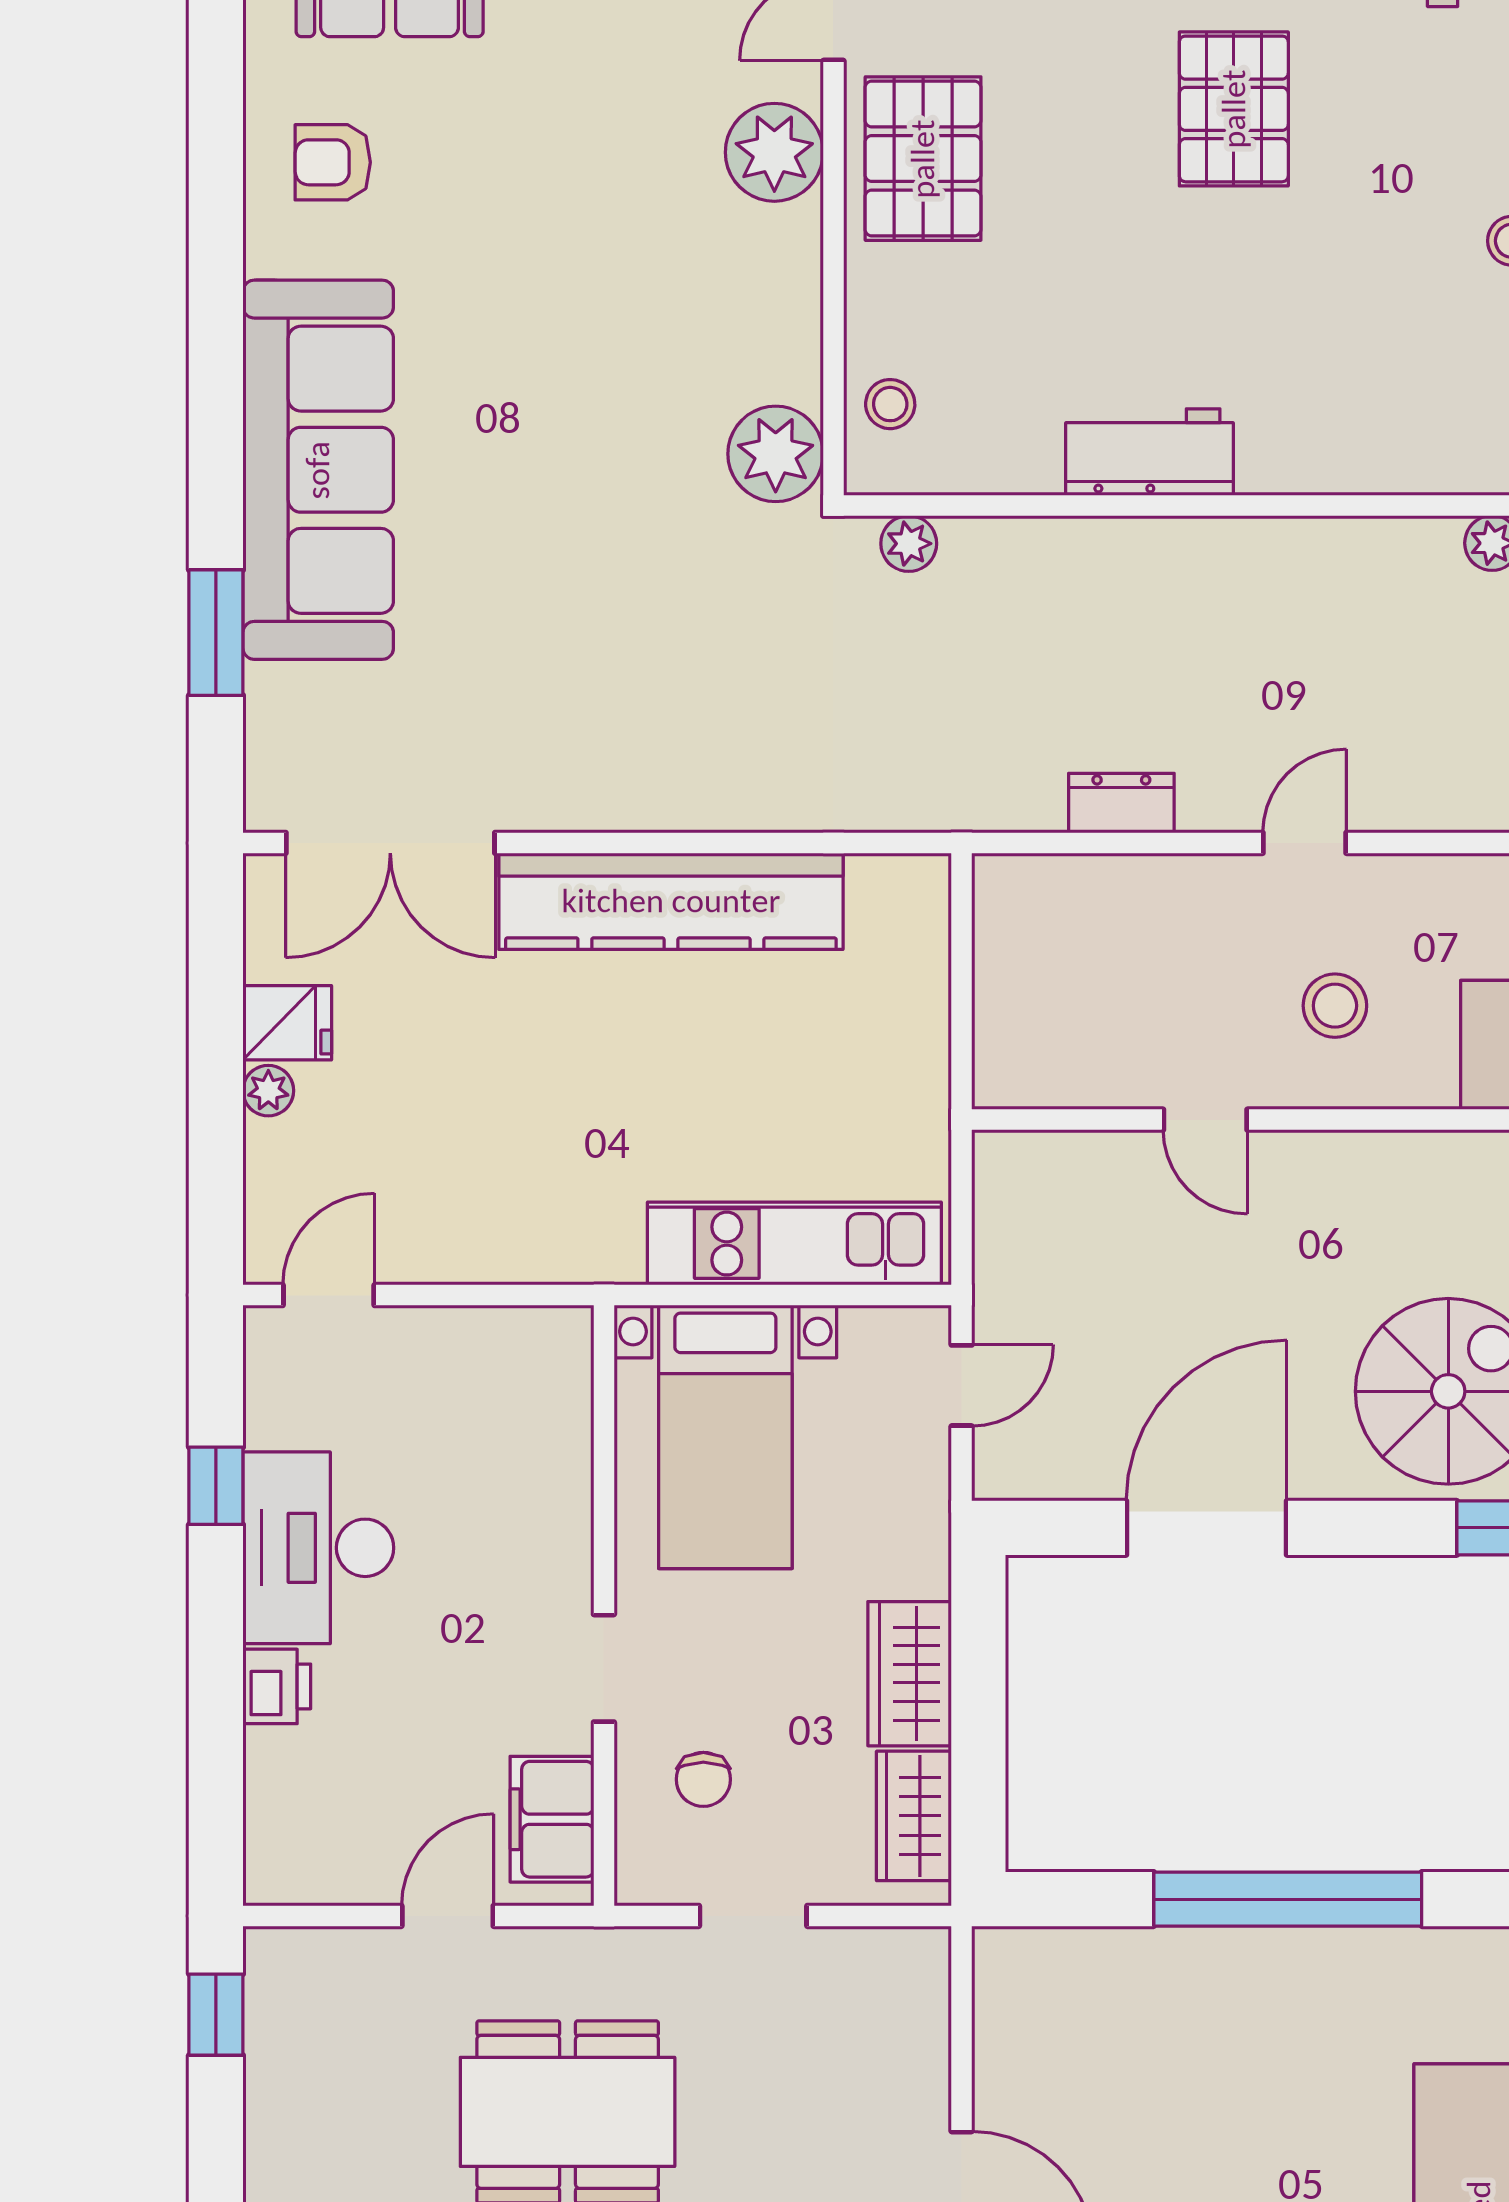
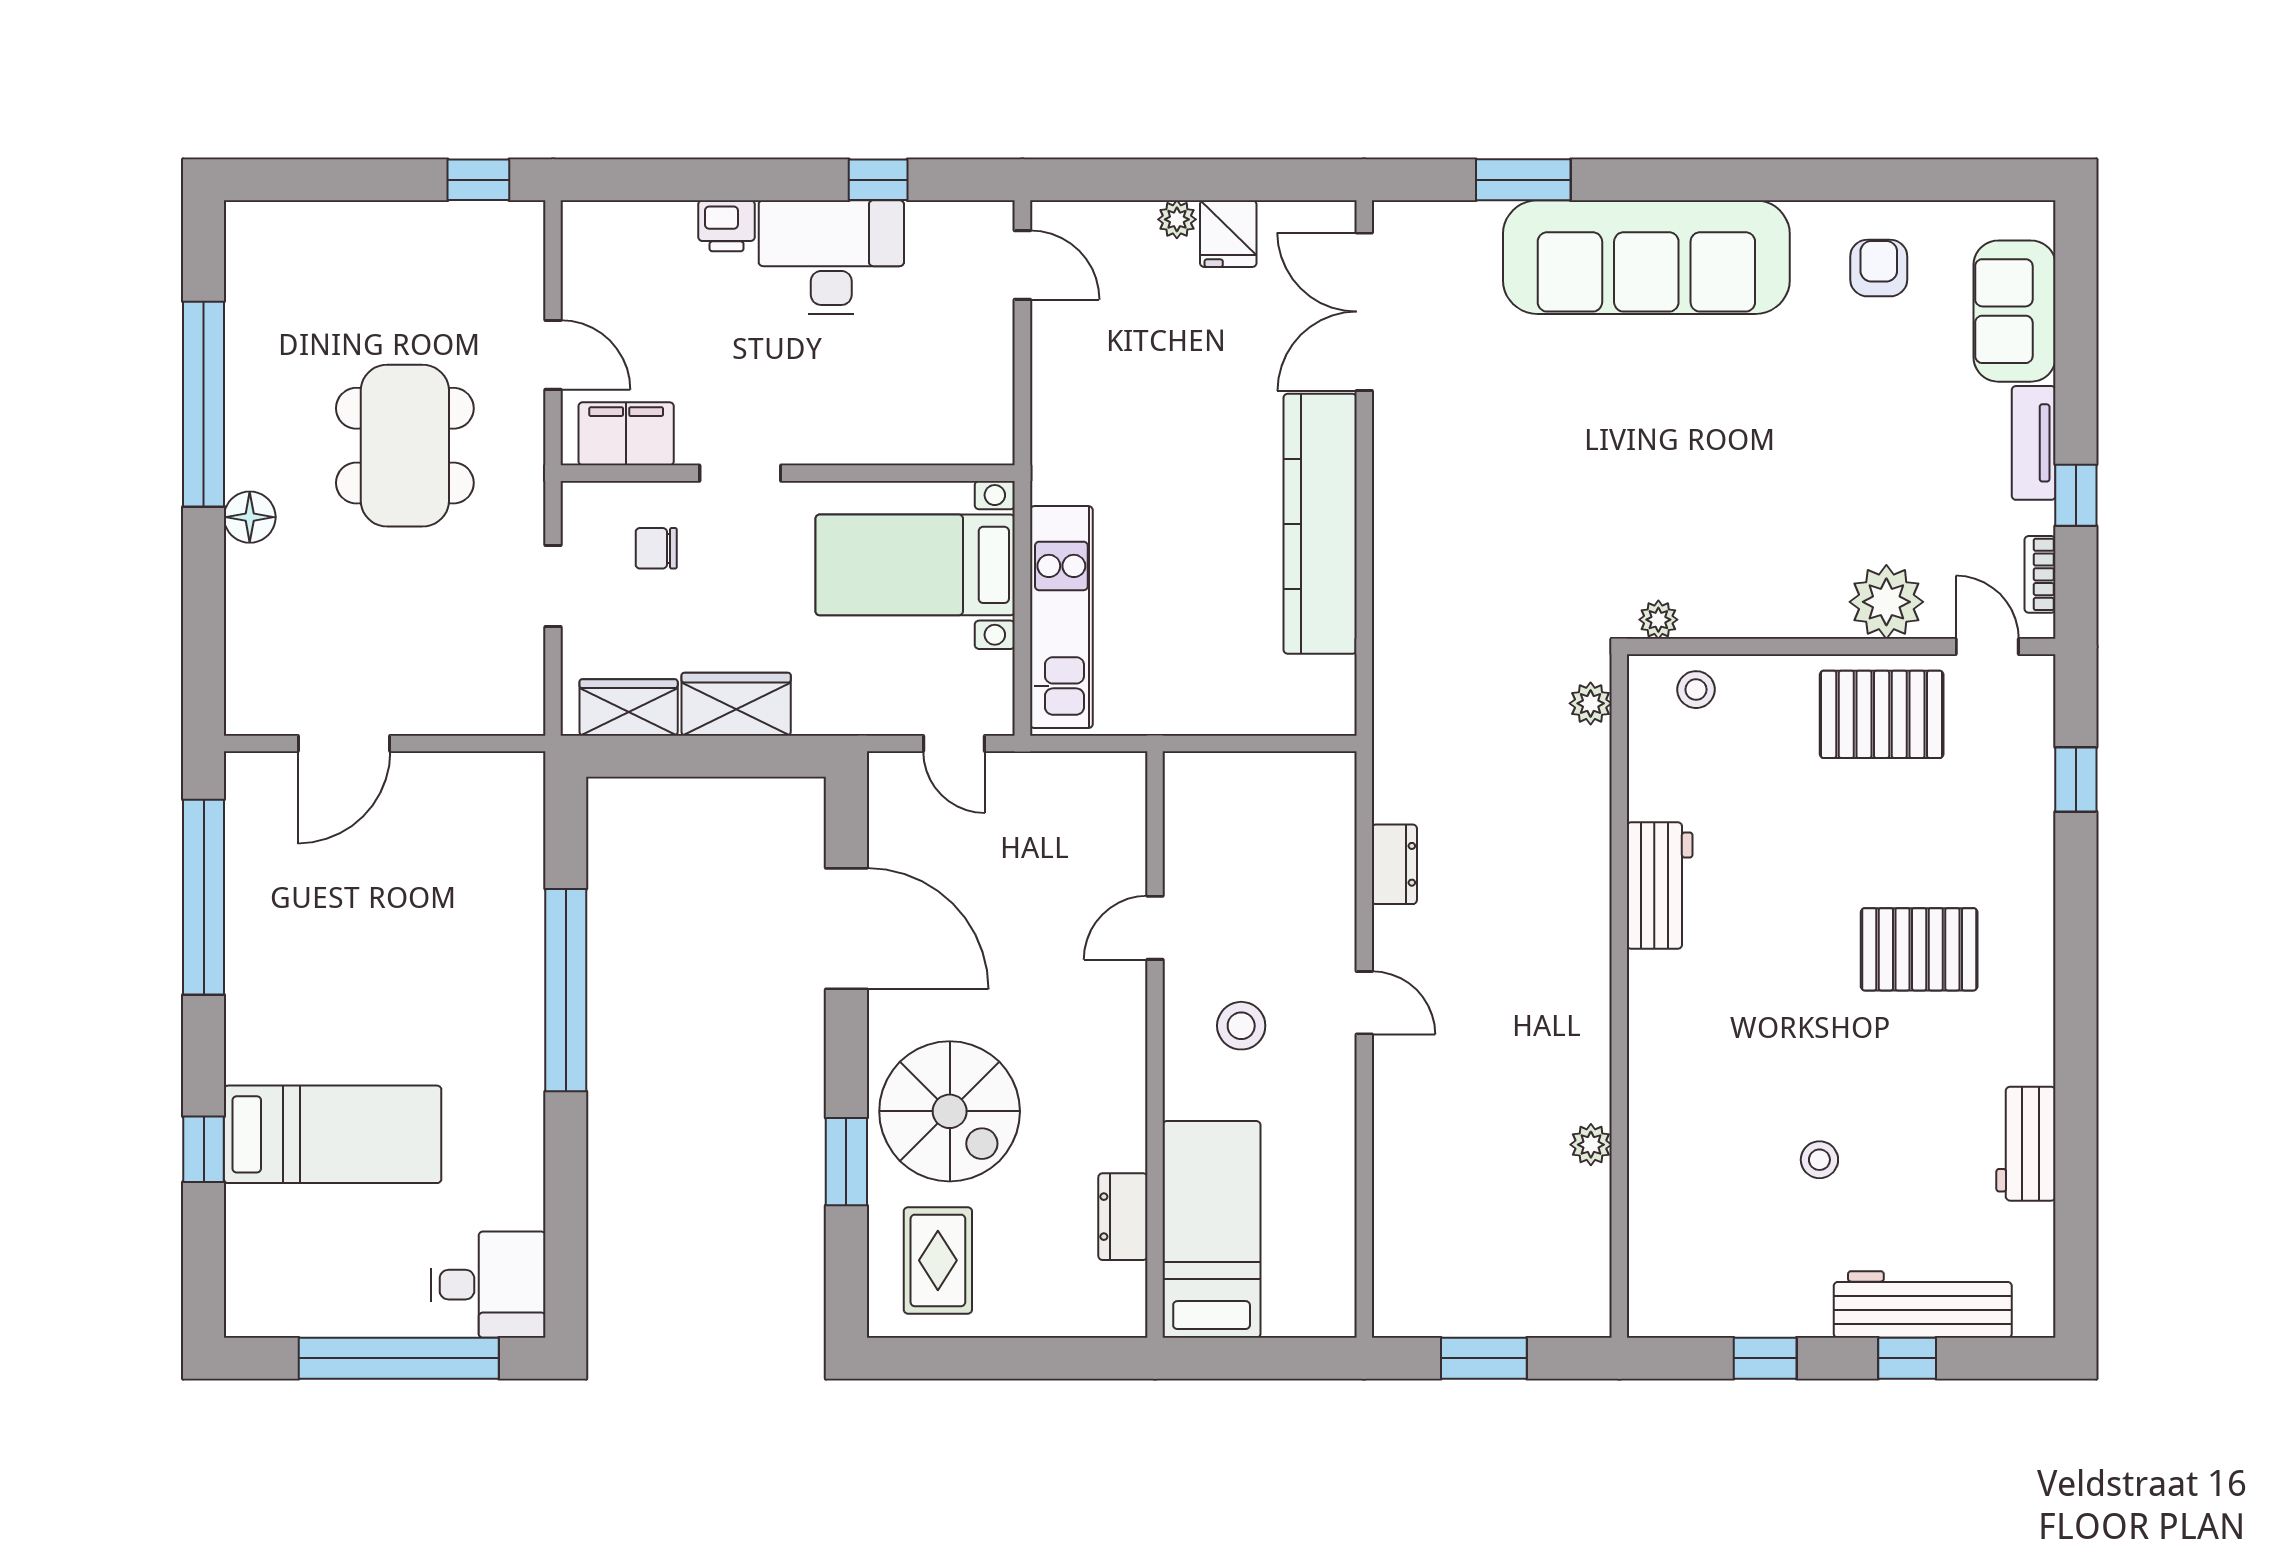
plant: (776, 454) -> (1658, 620), width x0.53, depth x0.53

